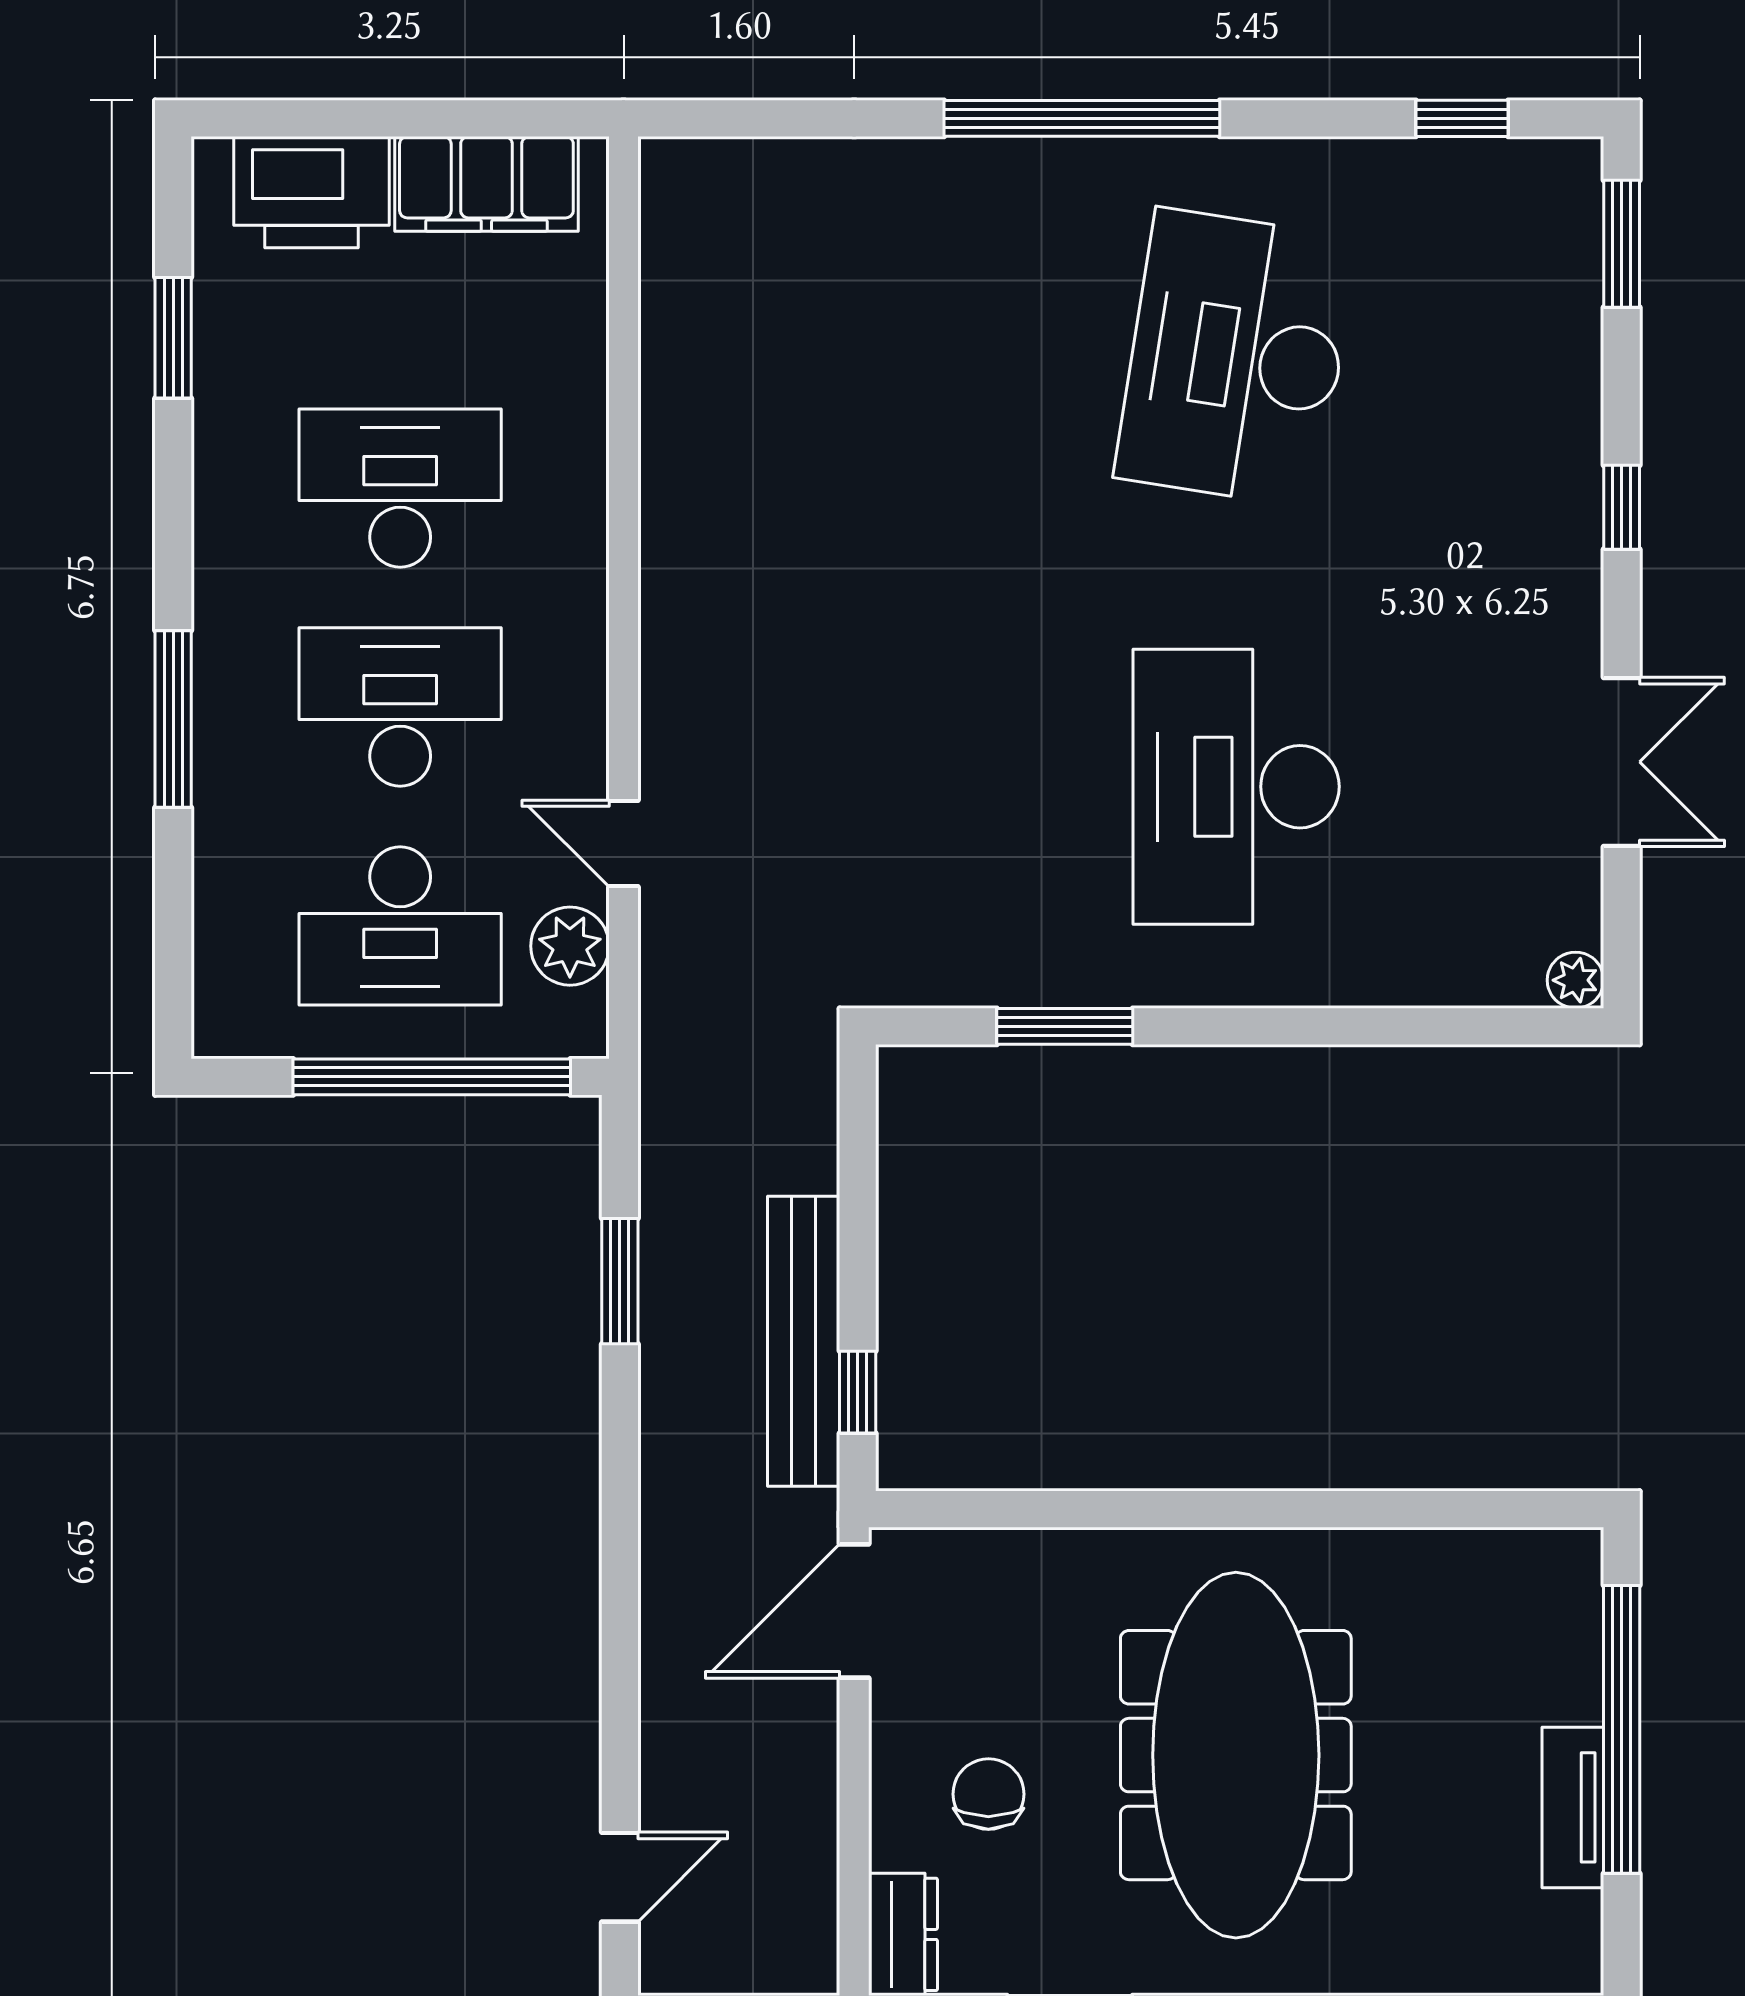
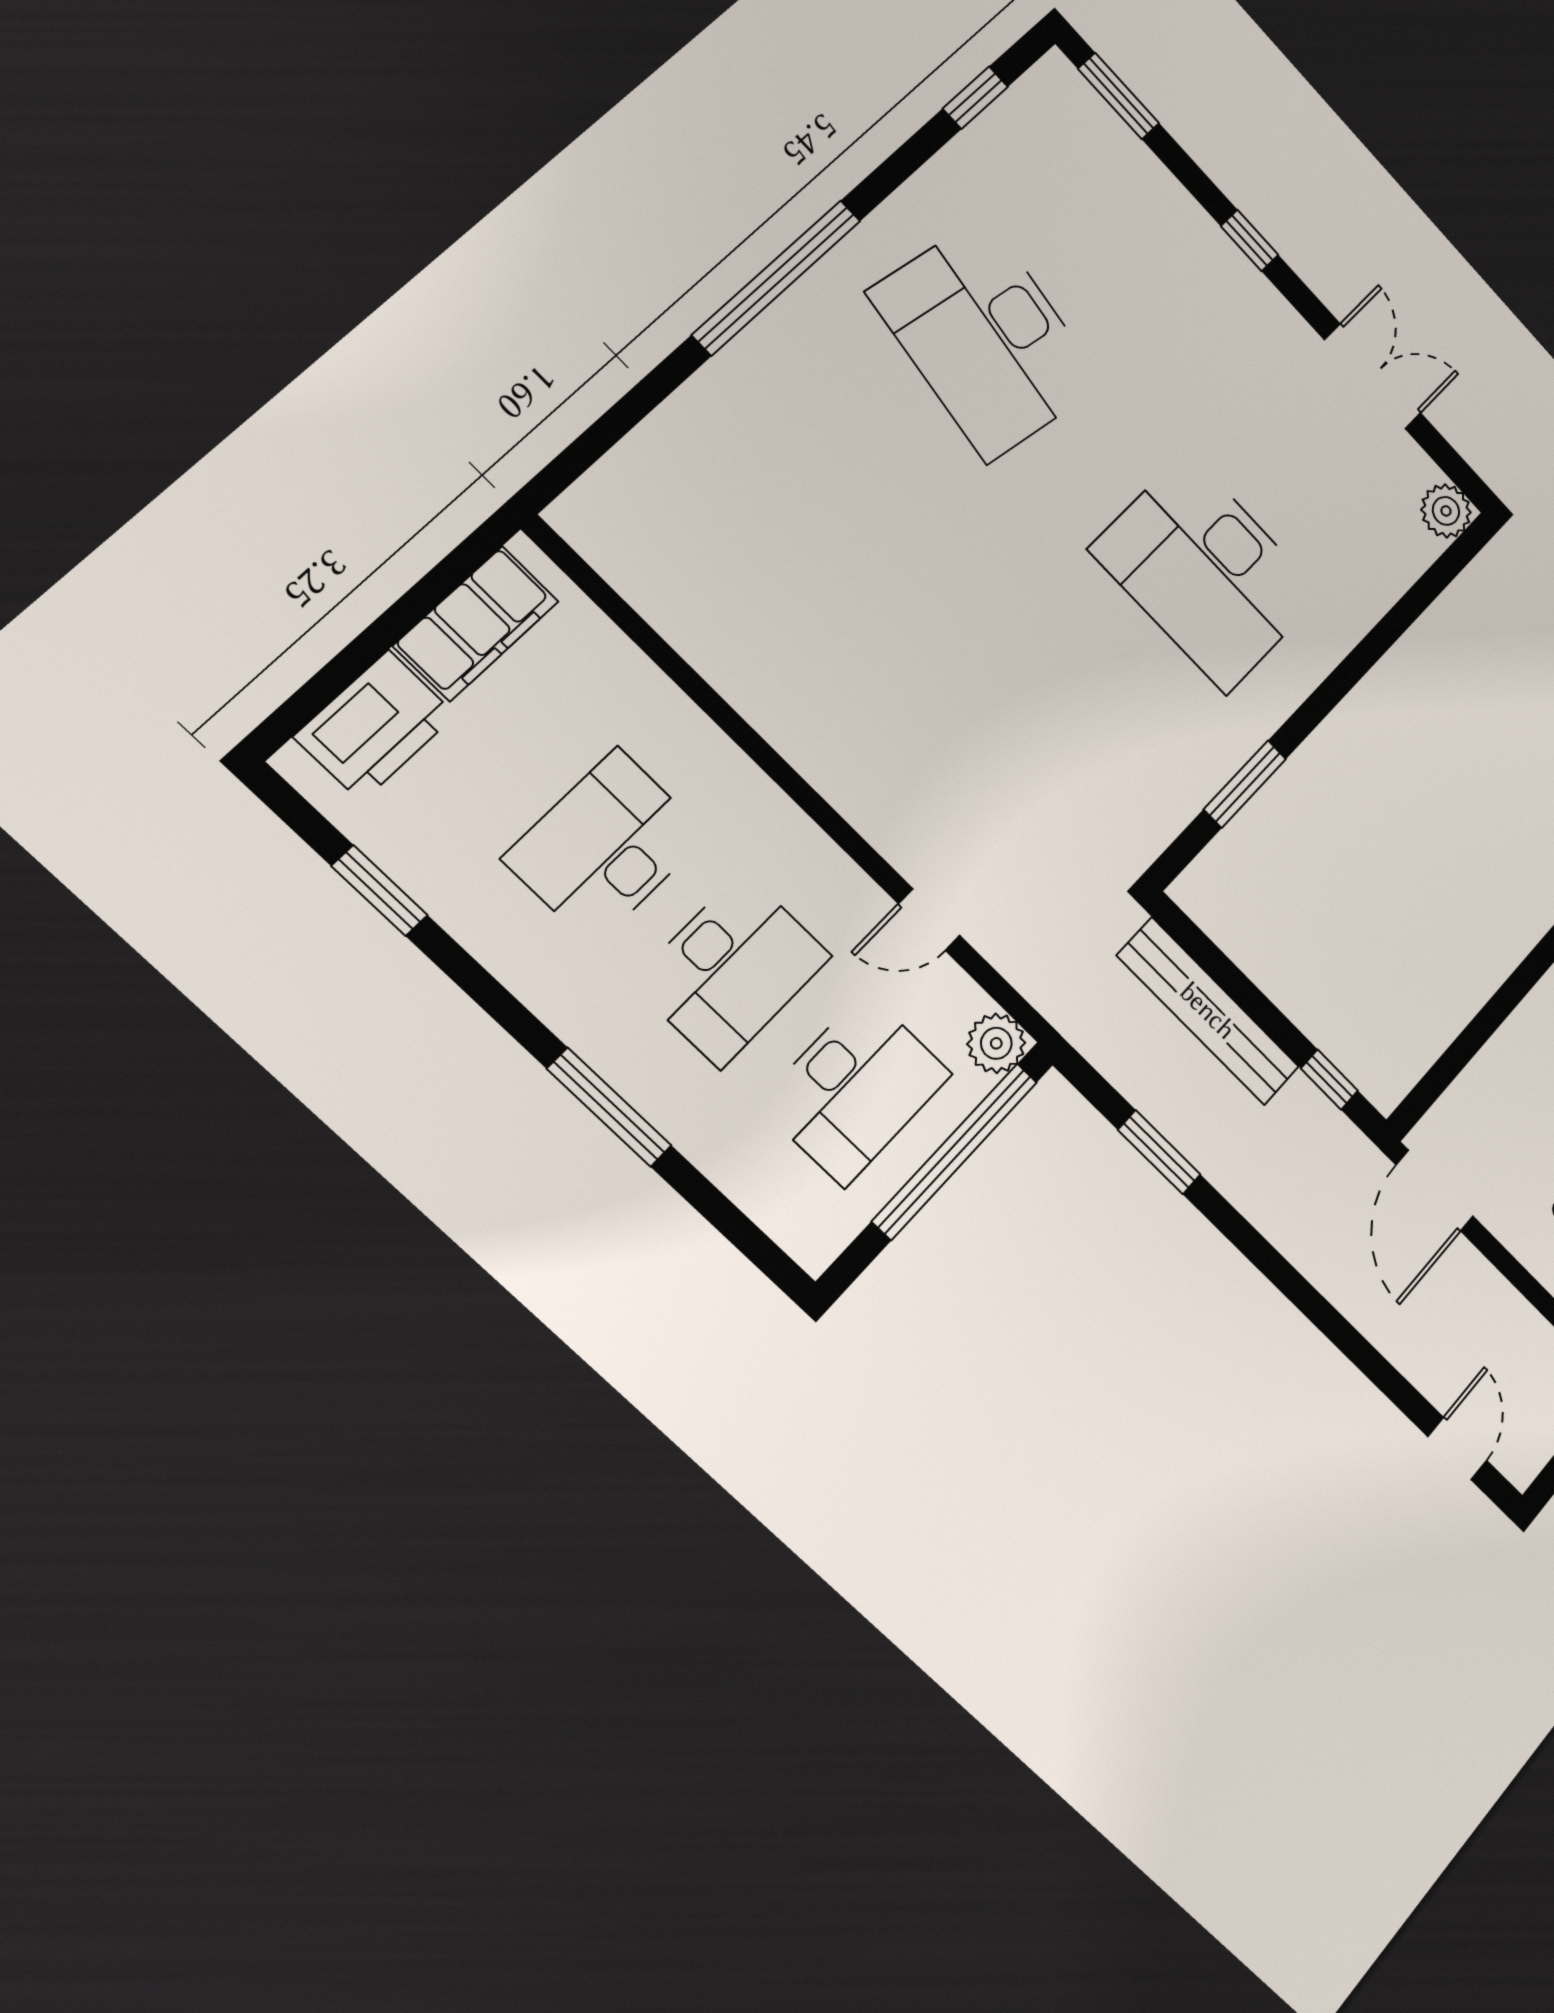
desk: (400, 707) -> (732, 969), turned 180
plant: (570, 946) -> (996, 1043), moved
plant: (1575, 980) -> (1446, 511), width x1.38, depth x1.38
bench: (804, 1341) -> (1208, 1011), moved

